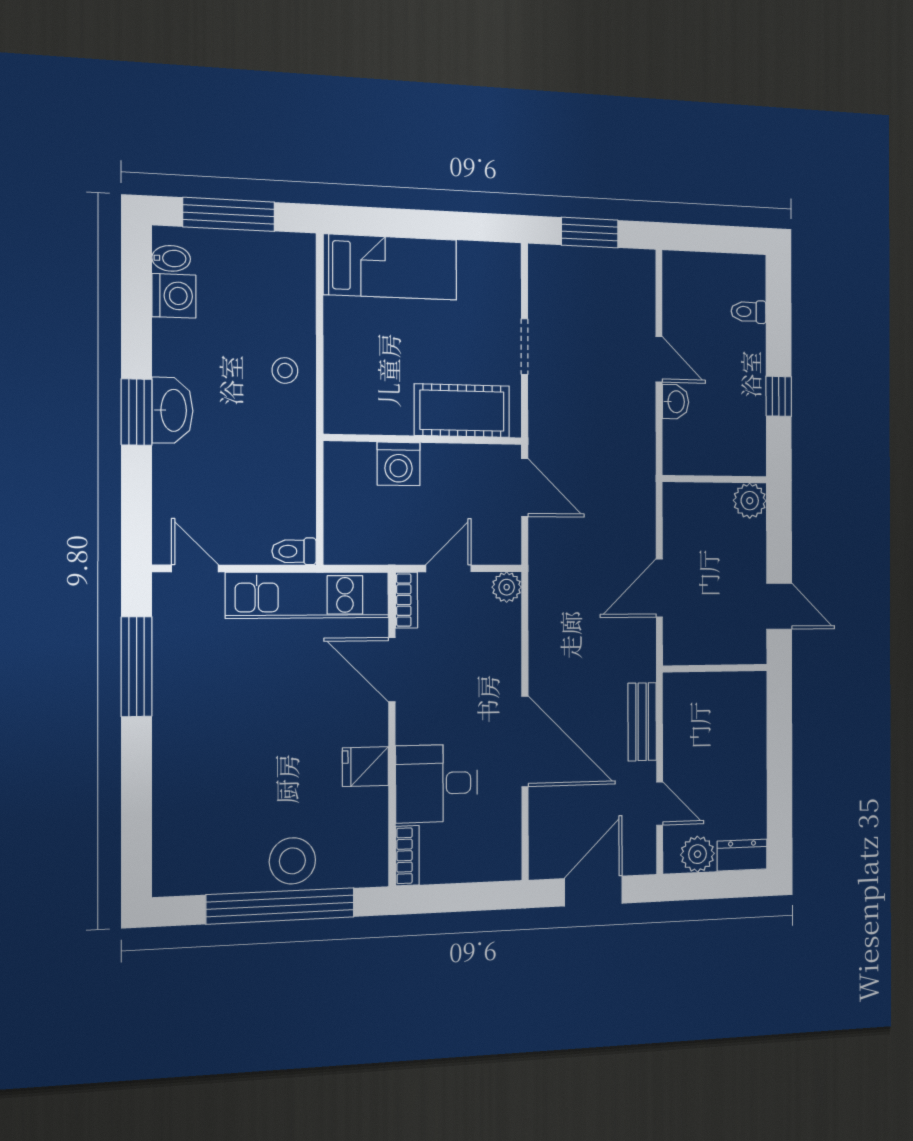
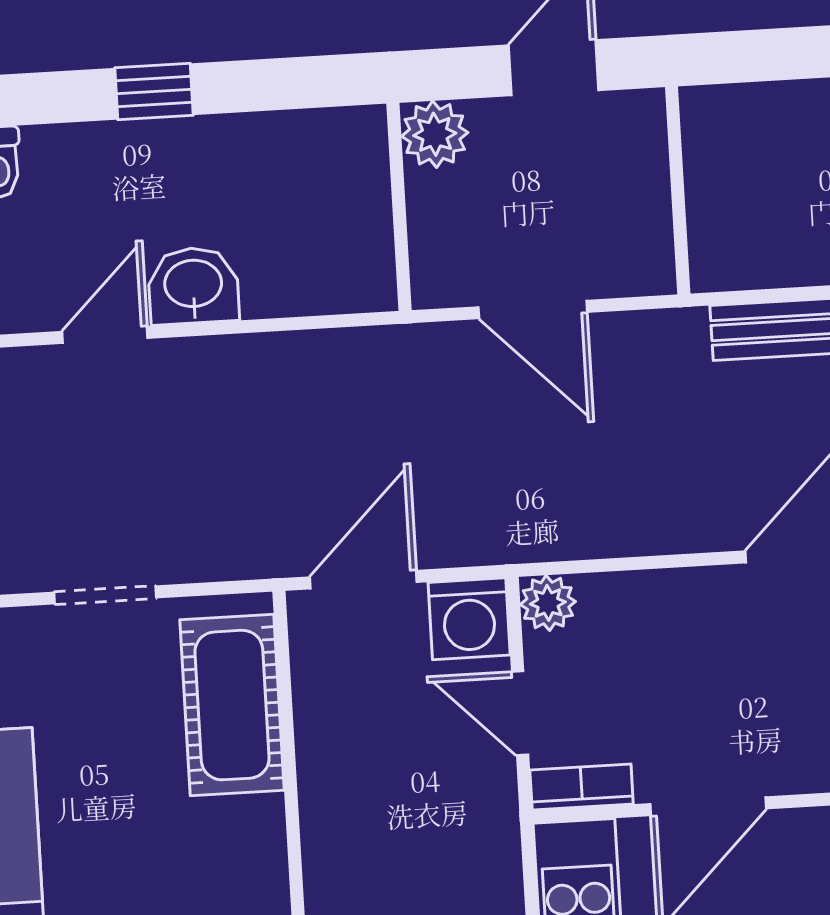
washbasin: (675, 402) -> (193, 286), width x1.38, depth x1.45
washing machine: (399, 464) -> (469, 619), moved, turned 90
wall: (715, 479) -> (399, 207), moved
plant: (750, 501) -> (435, 134), moved

